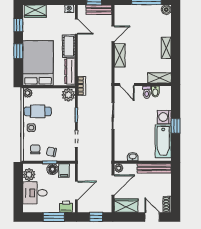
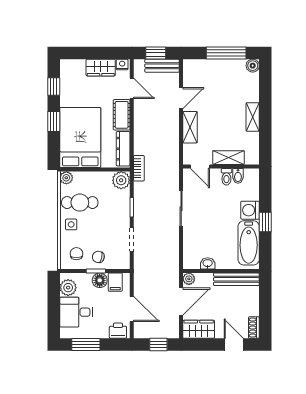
wardrobe: (35, 11) -> (101, 68), moved
shelving: (159, 78) -> (228, 158), moved
door: (76, 190) -> (132, 309), hinge flipped
window: (54, 217) -> (86, 345), moved

